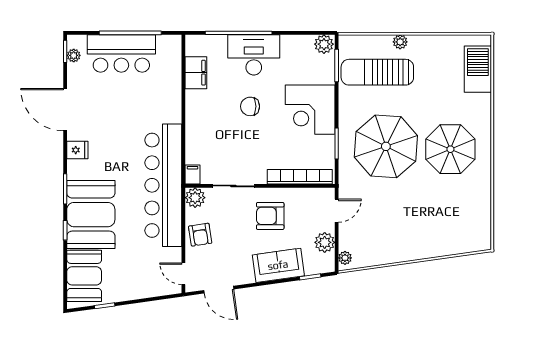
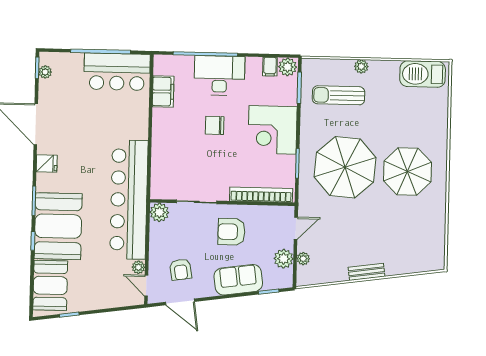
bar counter: (121, 53) -> (117, 72), moved
barbecue: (478, 69) -> (423, 74), moved, turned -90
sun lounger: (377, 72) -> (339, 95), width x0.73, depth x0.75
filing cabinet: (192, 175) -> (270, 67), moved, turned 180
armchair: (200, 235) -> (181, 270), moved
bench: (411, 254) -> (366, 272), added
plant: (175, 255) -> (138, 267), added
plant: (345, 258) -> (303, 259), moved

